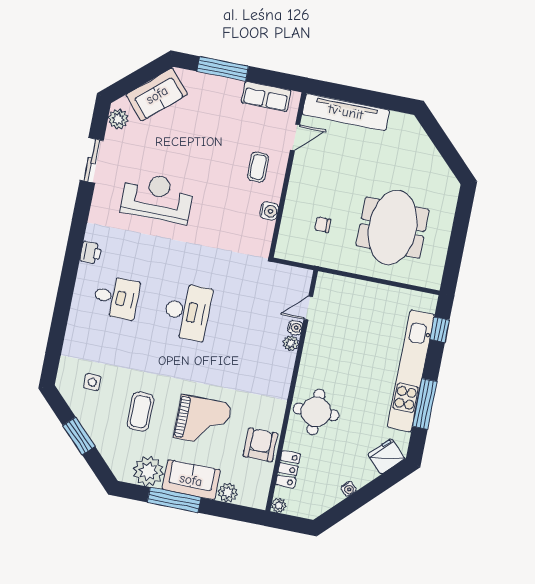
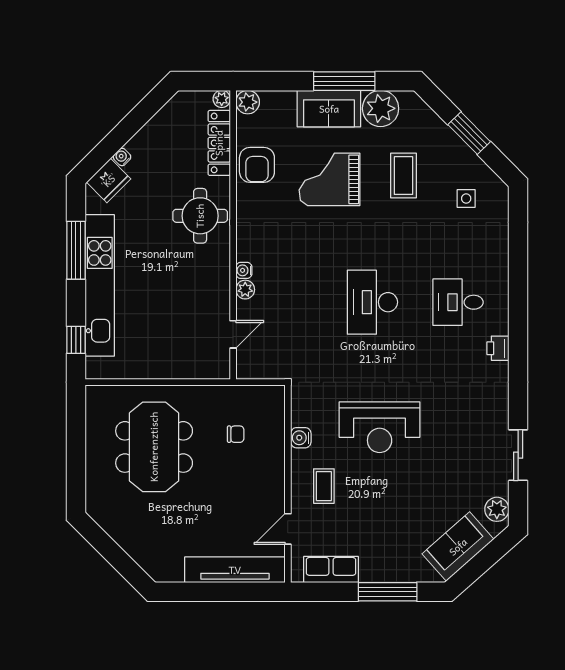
reception desk: (157, 197) -> (380, 427), moved
water cooler: (295, 327) -> (244, 270), moved
locker: (288, 469) -> (219, 143), width x1.53
water cooler: (349, 489) -> (122, 157), moved
plant: (228, 493) -> (248, 102), moved

